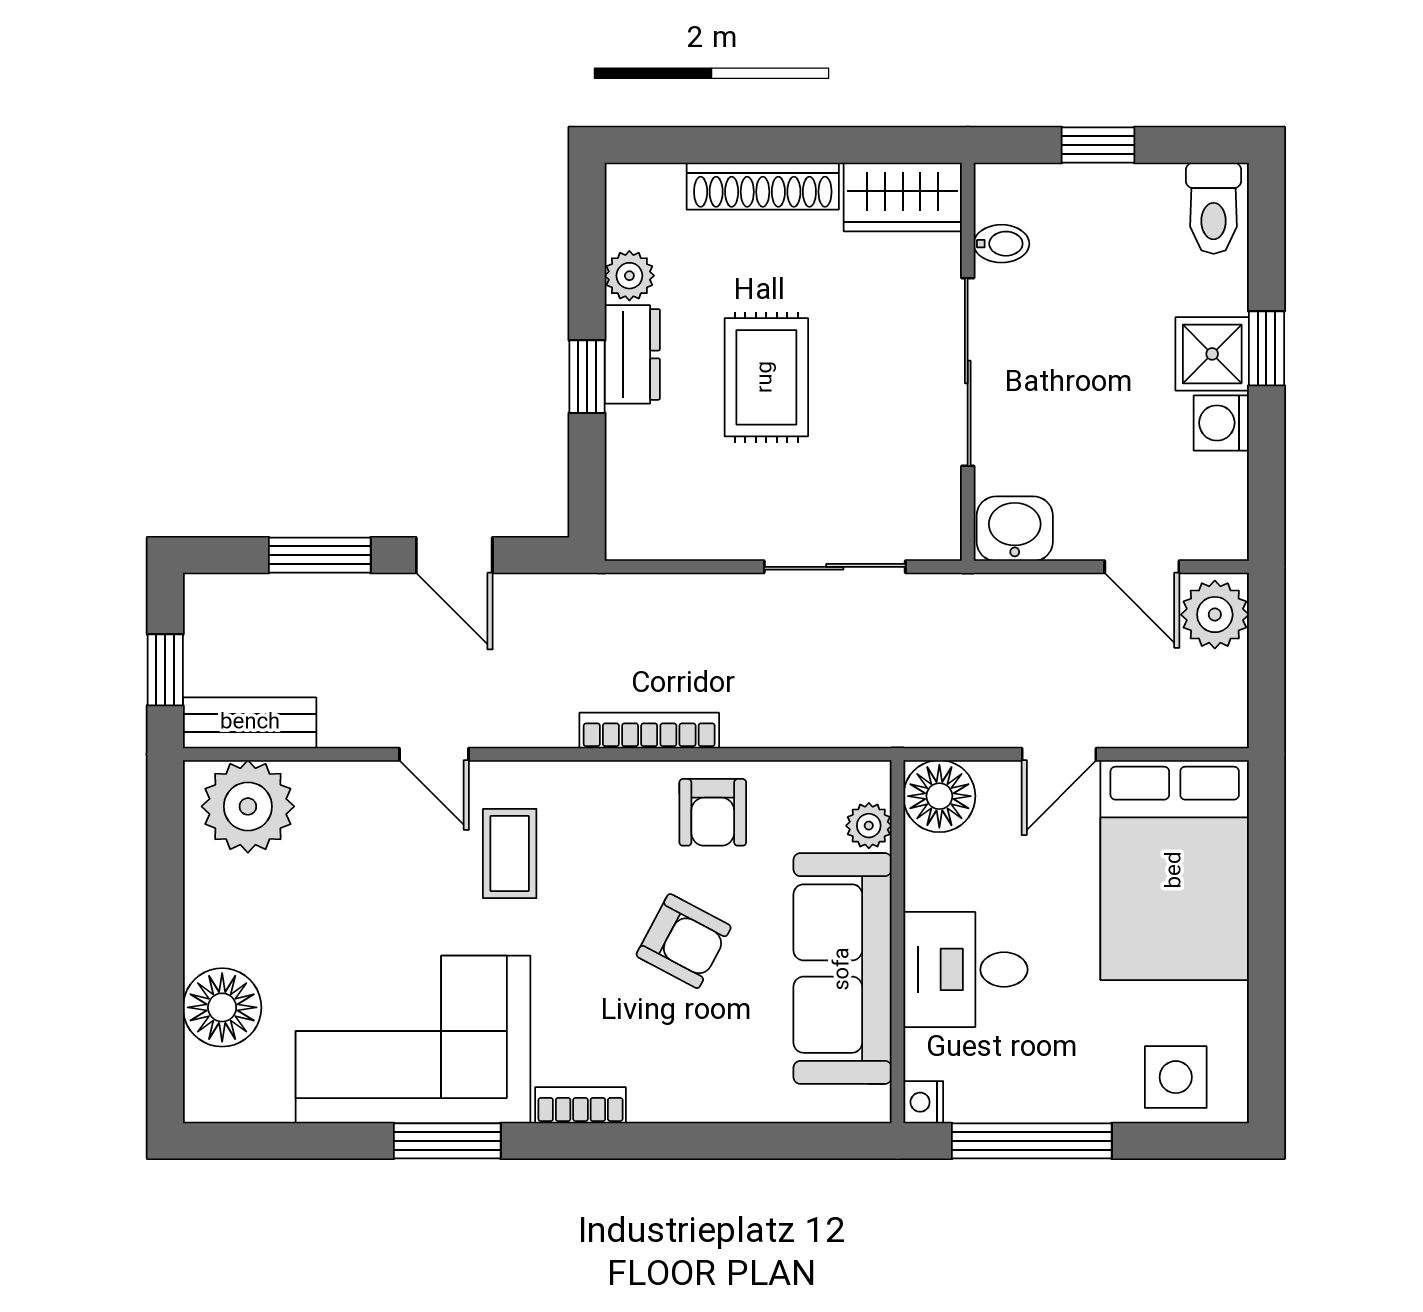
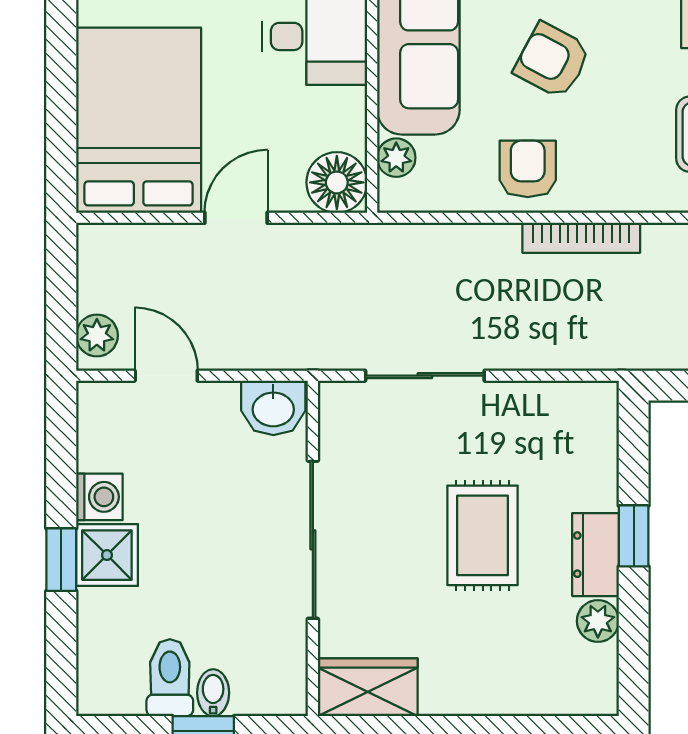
shoe rack: (763, 186) -> (486, 696), removed
toilet: (1214, 208) -> (170, 678), moved
bidet: (1001, 244) -> (213, 693), moved, turned 90
plant: (1215, 615) -> (97, 335), width x0.73, depth x0.73

